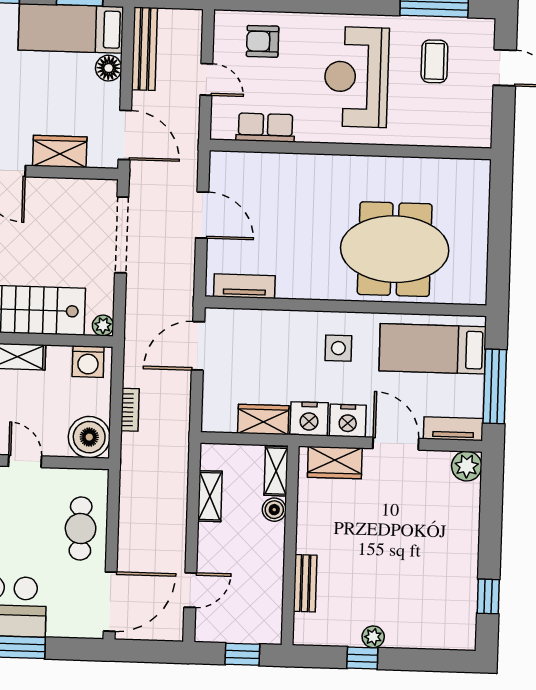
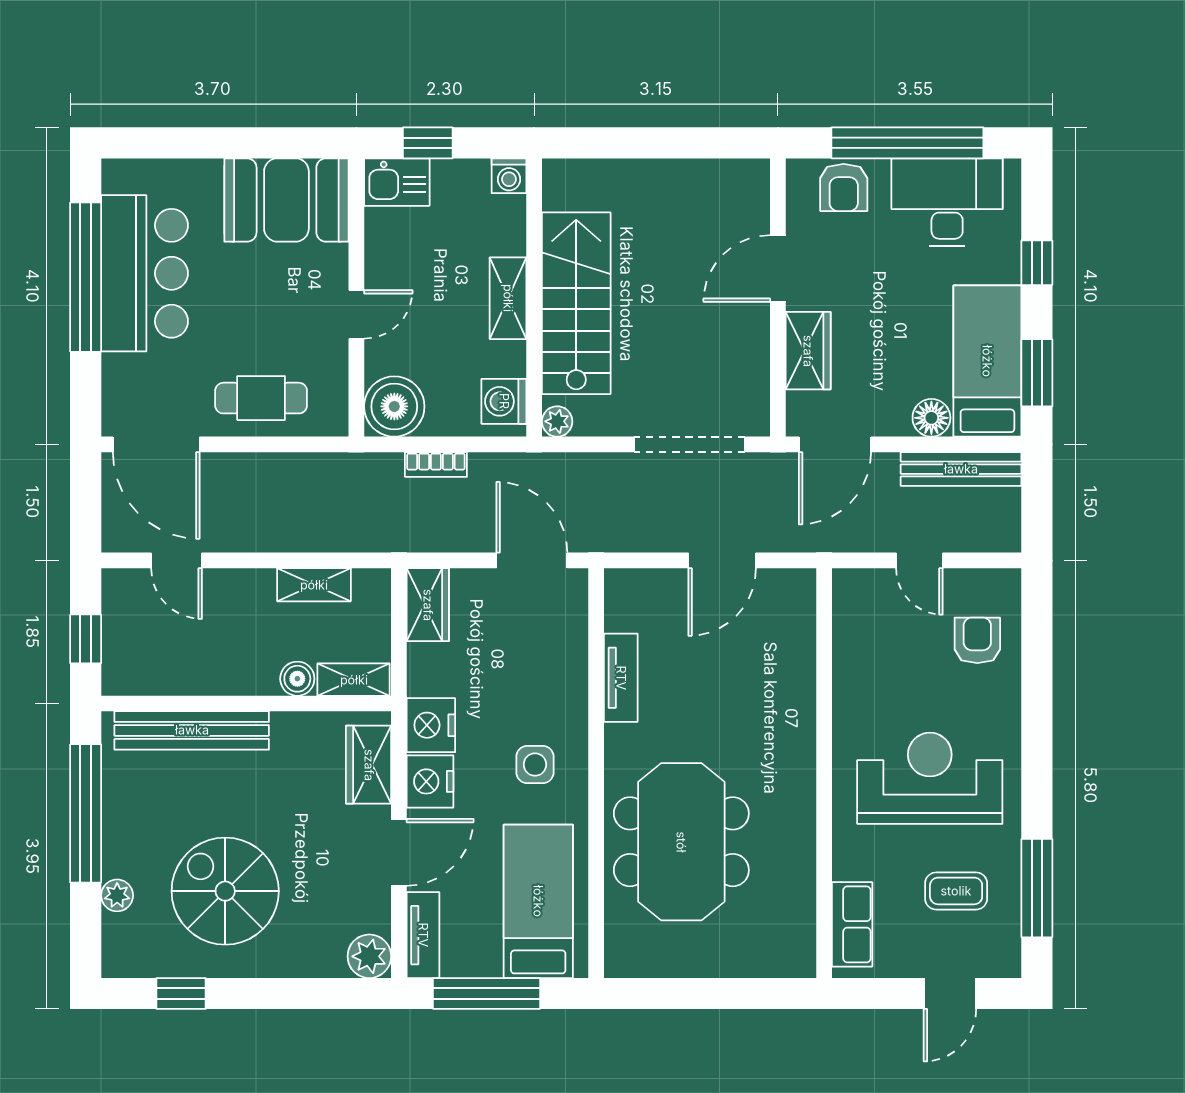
door: (206, 79) -> (919, 560), hinge flipped
row of seats: (265, 128) -> (852, 924), moved
tv unit: (244, 286) -> (621, 678), moved
wardrobe: (263, 420) -> (428, 605), moved
spiral stairs: (419, 564) -> (225, 891), added
bench: (305, 583) -> (192, 730), width x1.86, depth x1.21
plant: (373, 637) -> (117, 895), moved
window: (362, 658) -> (86, 813), width x3.17

